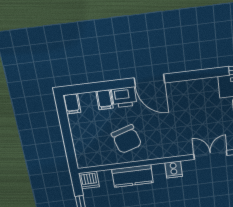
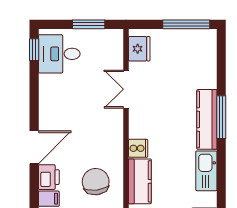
chair: (127, 139) -> (96, 182), turned -80
cooker: (174, 170) -> (138, 148), moved

